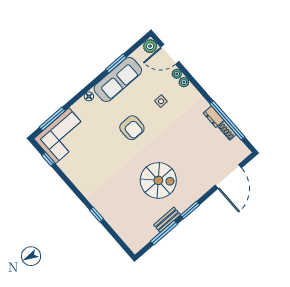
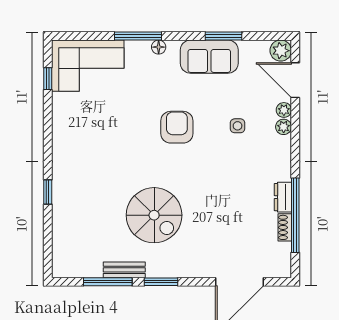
sofa: (118, 79) -> (209, 57), width x0.73
window: (52, 119) -> (138, 36), moved
armchair: (132, 128) -> (177, 127), turned 180

